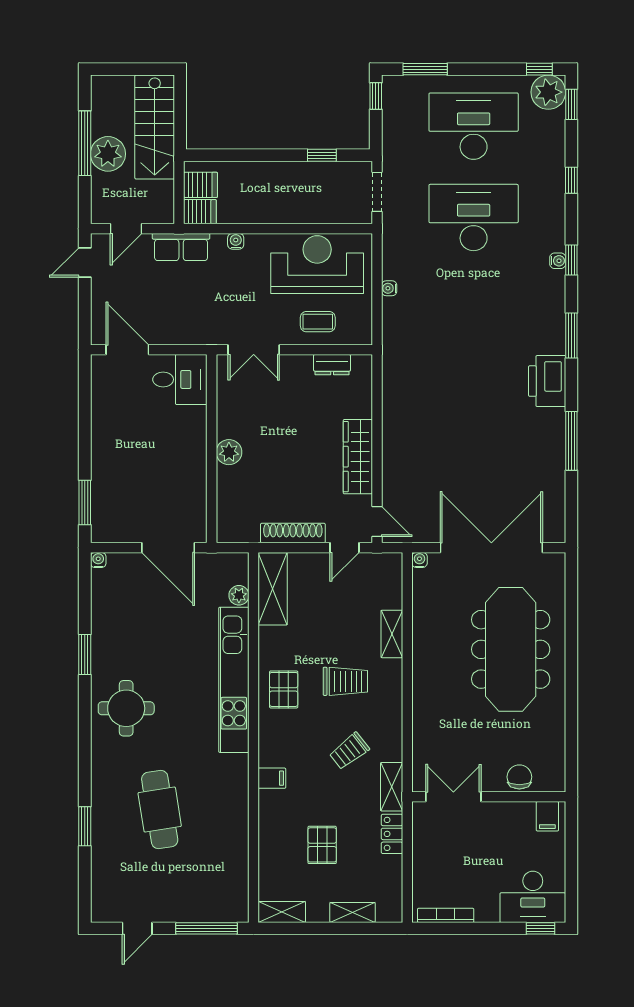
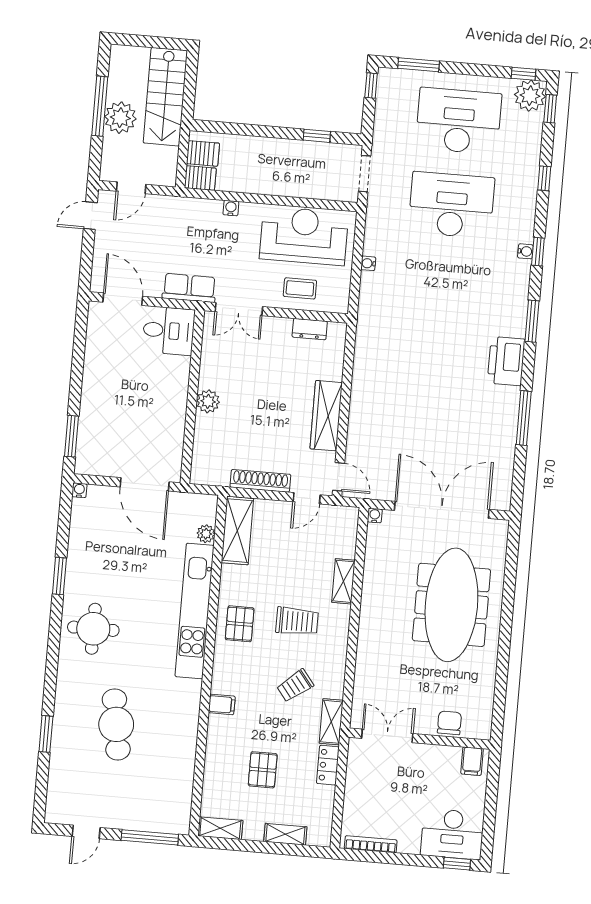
row of seats: (181, 247) -> (189, 288), moved, turned 180

